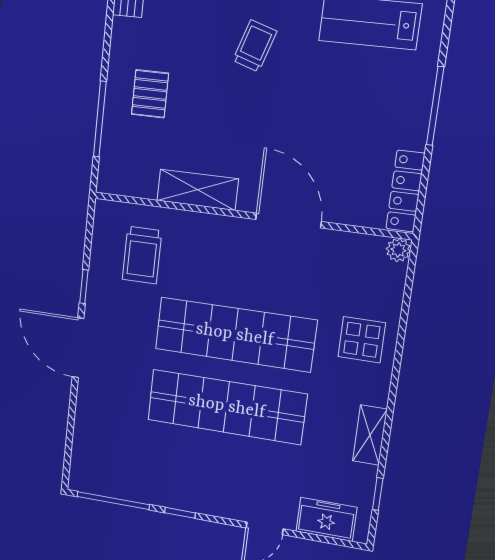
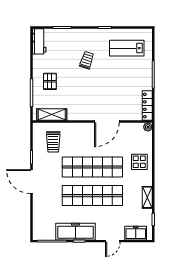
shelving: (198, 190) -> (52, 114), moved
door: (288, 221) -> (107, 122), swing flipped
freezer: (173, 488) -> (75, 232), added

